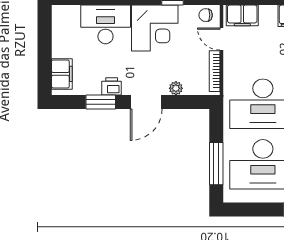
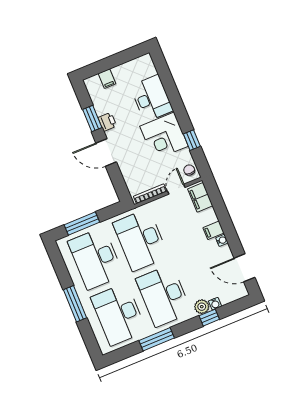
filing cabinet: (62, 74) -> (107, 79), width x0.50
plant: (176, 88) -> (126, 170), removed

